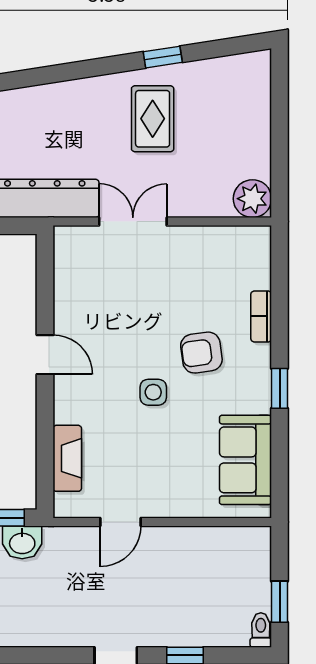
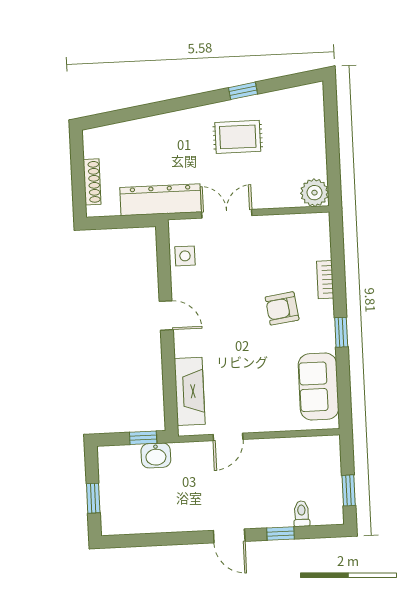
rug: (153, 119) -> (238, 137), turned 90
side table: (153, 392) -> (185, 256), moved
fireplace: (67, 458) -> (190, 391), width x1.37, depth x1.32
toilet: (261, 630) -> (302, 514), moved

